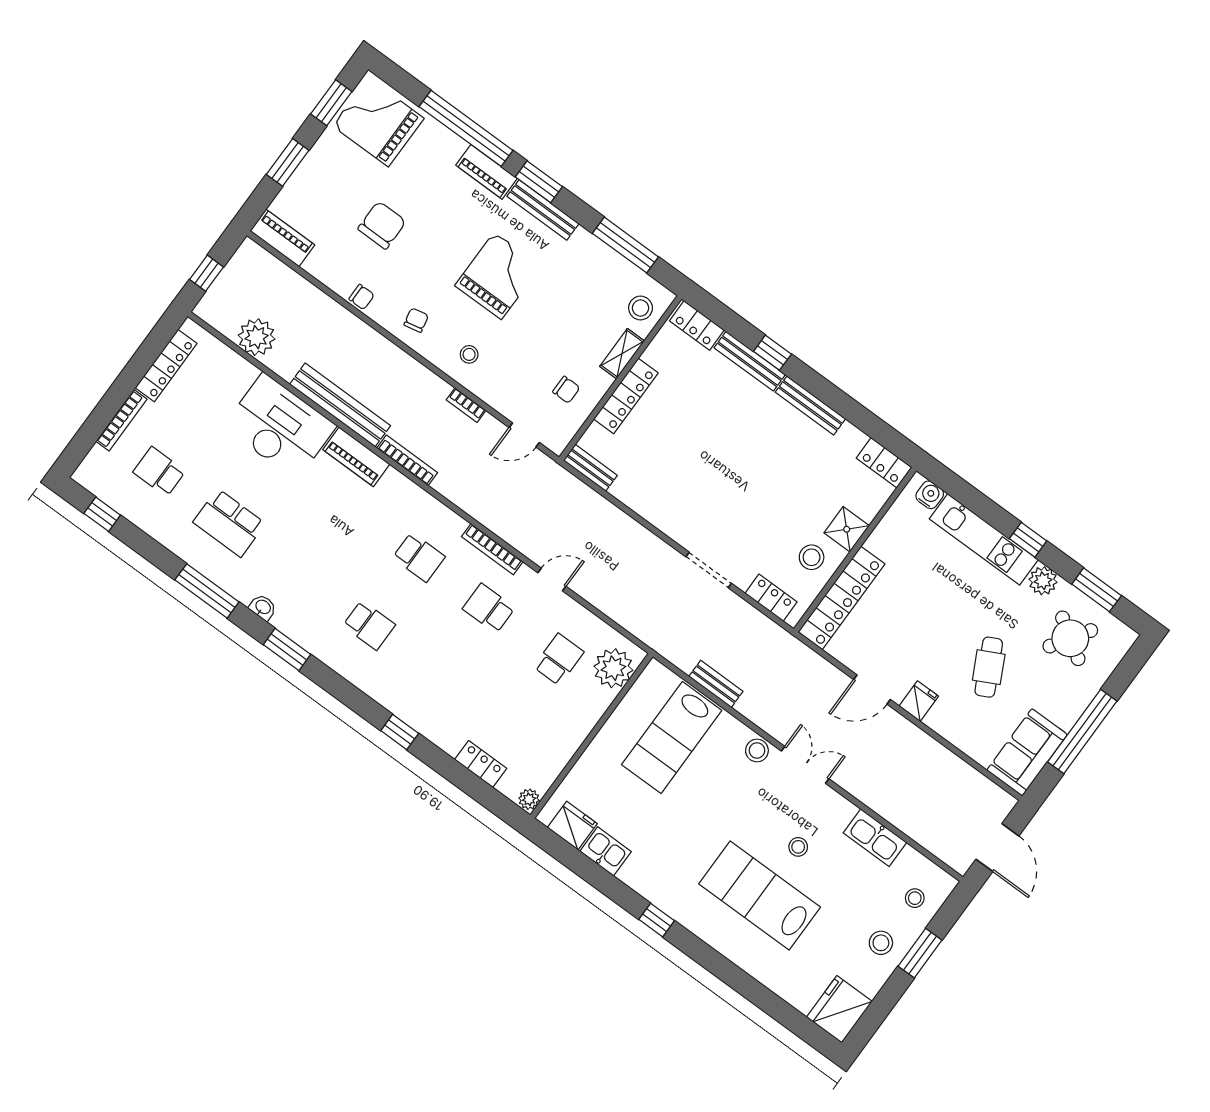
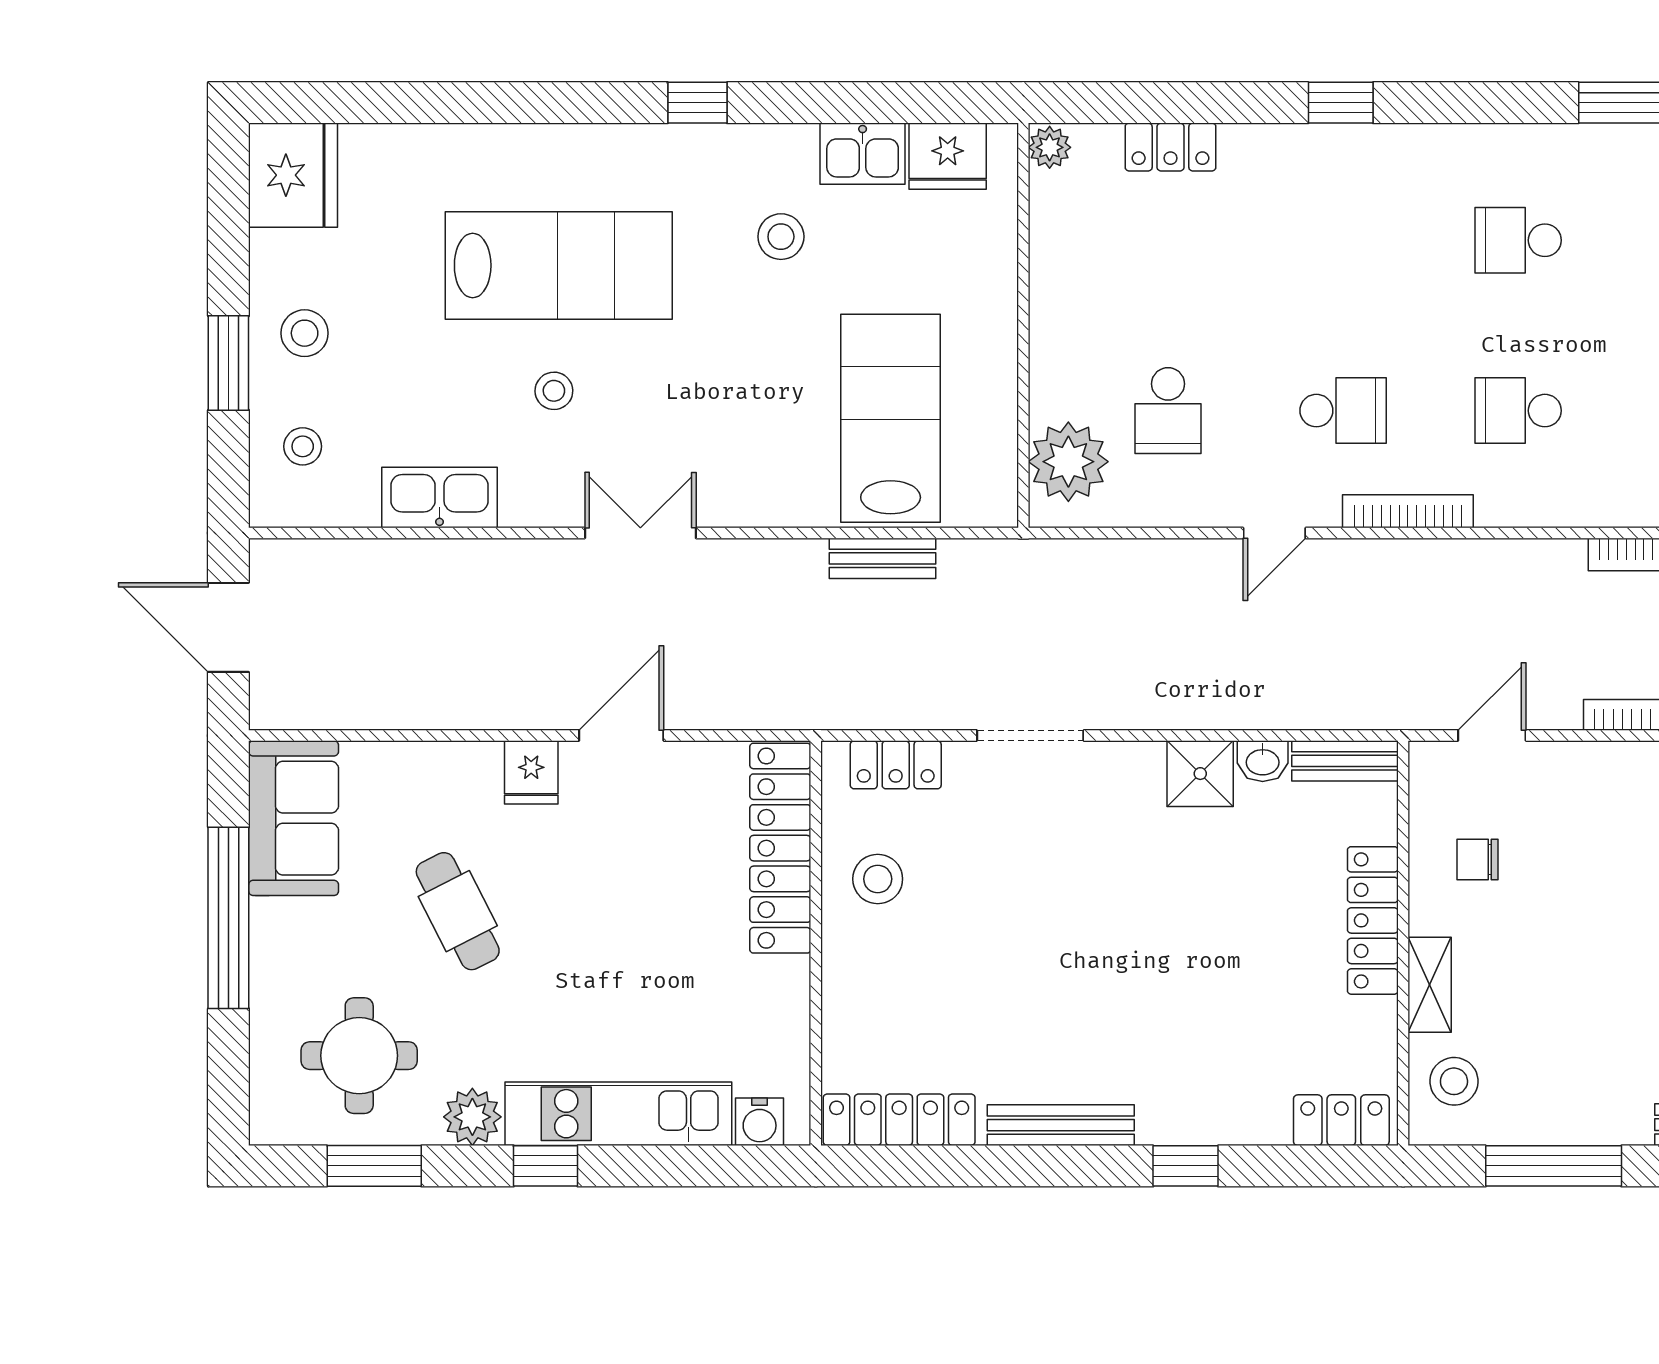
bench: (750, 361) -> (1213, 1125), removed
locker: (884, 463) -> (899, 1120), width x1.53
washbasin: (623, 492) -> (1263, 761), added
shower: (847, 529) -> (1200, 774), moved
round table: (1070, 638) -> (359, 1056), turned -33
stool: (757, 750) -> (781, 237), moved
double door: (805, 765) -> (640, 533), swing flipped

